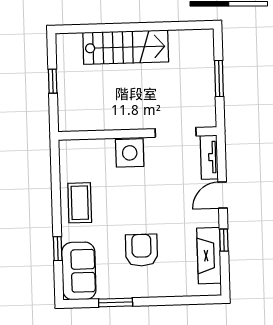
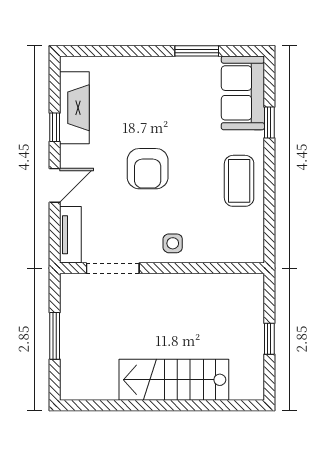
side table: (130, 153) -> (173, 243), width x0.54, depth x0.54
armchair: (142, 250) -> (148, 169), moved

